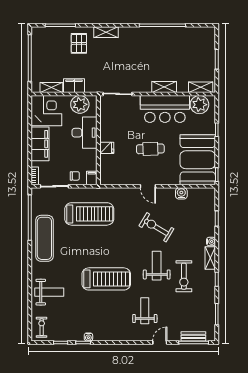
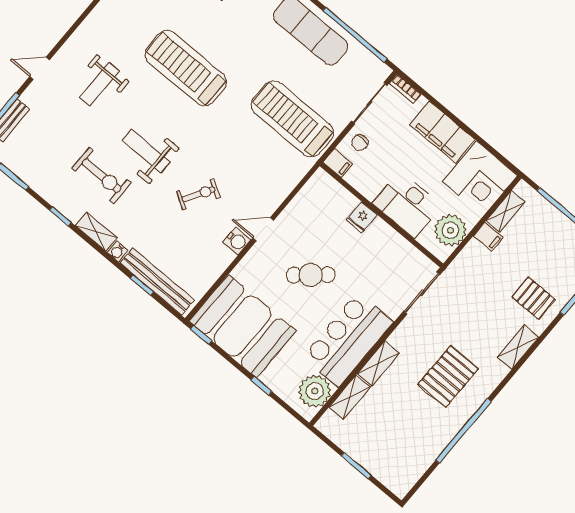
pallet: (144, 52) -> (448, 377), added
filing cabinet: (74, 86) -> (488, 237), width x0.50
shelving: (201, 87) -> (350, 397), moved
cafe table: (150, 149) -> (311, 275), turned 51
water cooler: (181, 193) -> (237, 241), moved
bench: (210, 213) -> (157, 282), added
treadmill: (89, 214) -> (292, 119), turned 90
exercise bike: (156, 227) -> (198, 194), width x0.73, depth x0.72
weight bench: (157, 266) -> (146, 151), turned 180
exercise bike: (184, 276) -> (102, 176), turned 180
treadmill: (106, 279) -> (186, 68), turned 90
weight bench: (145, 311) -> (99, 84), turned 90
door: (160, 342) -> (40, 68), swing flipped

